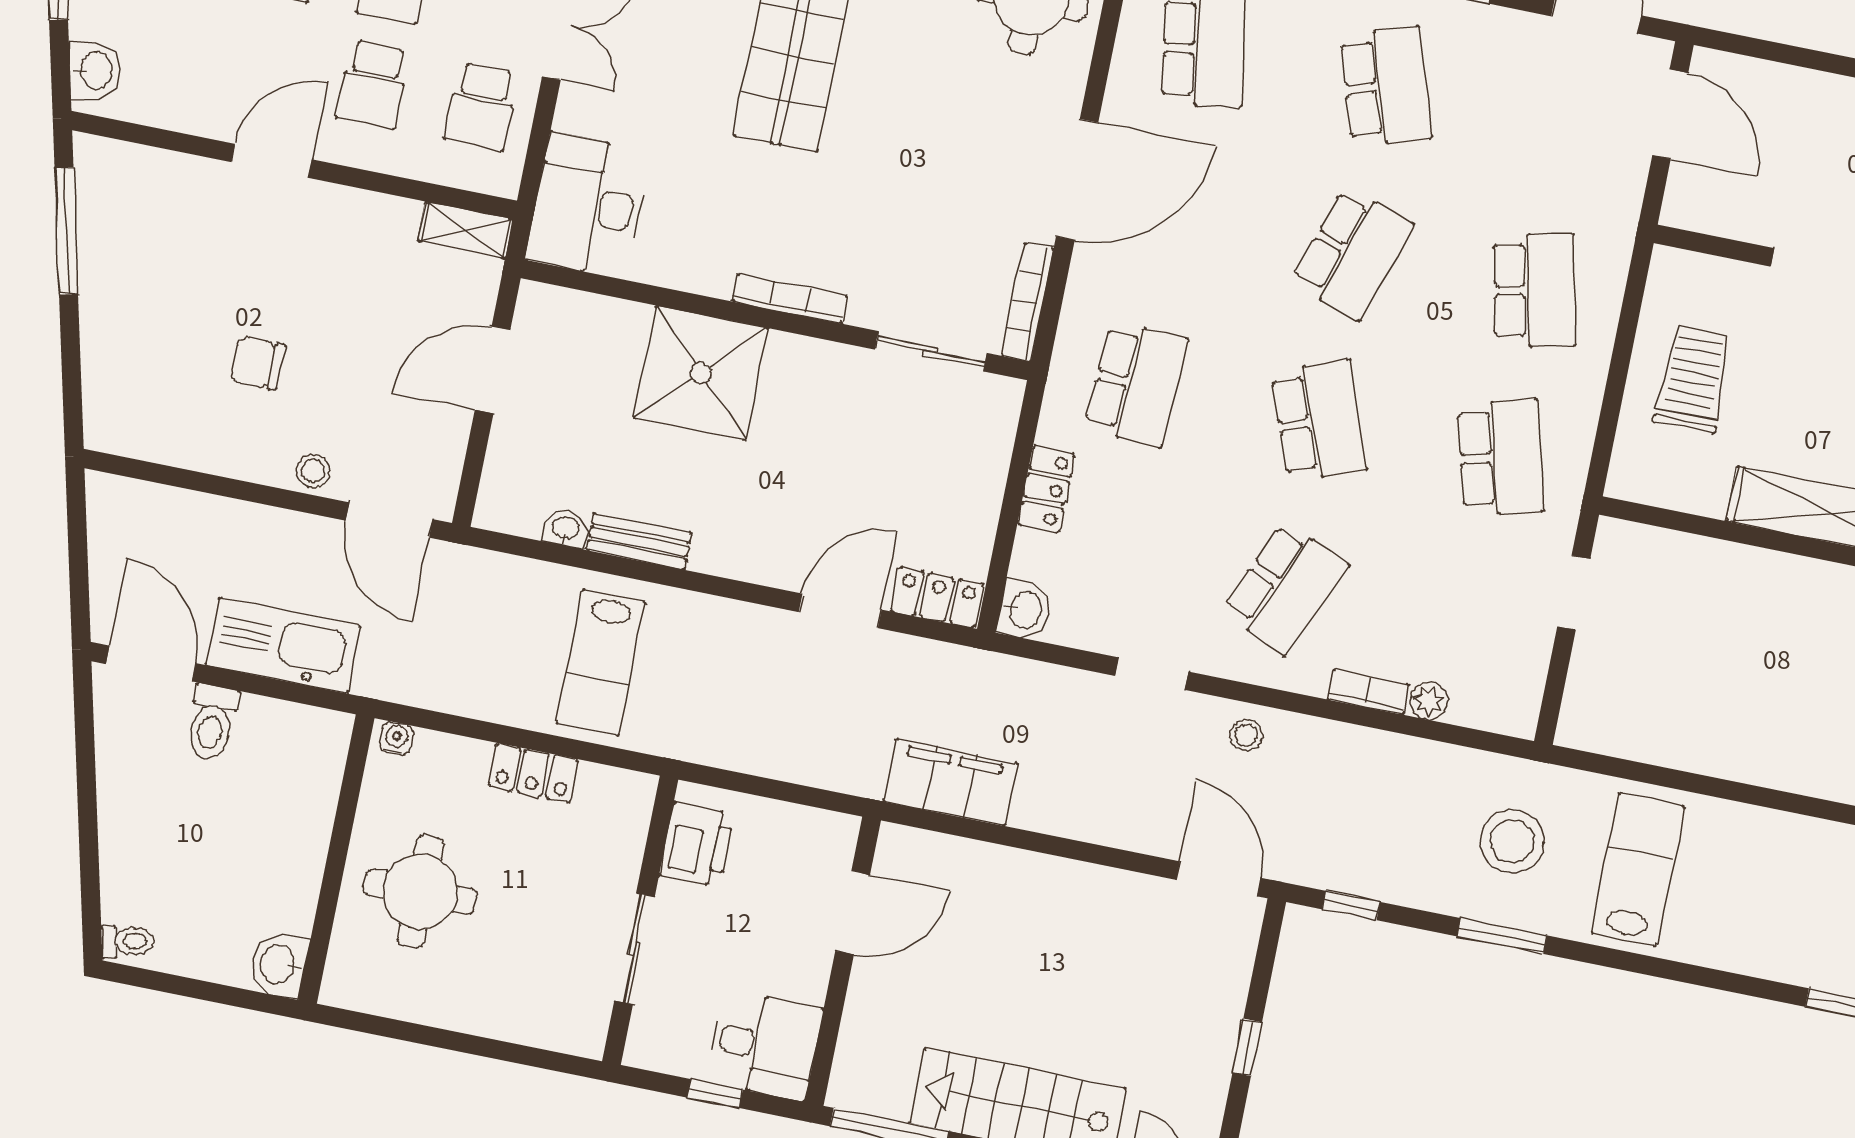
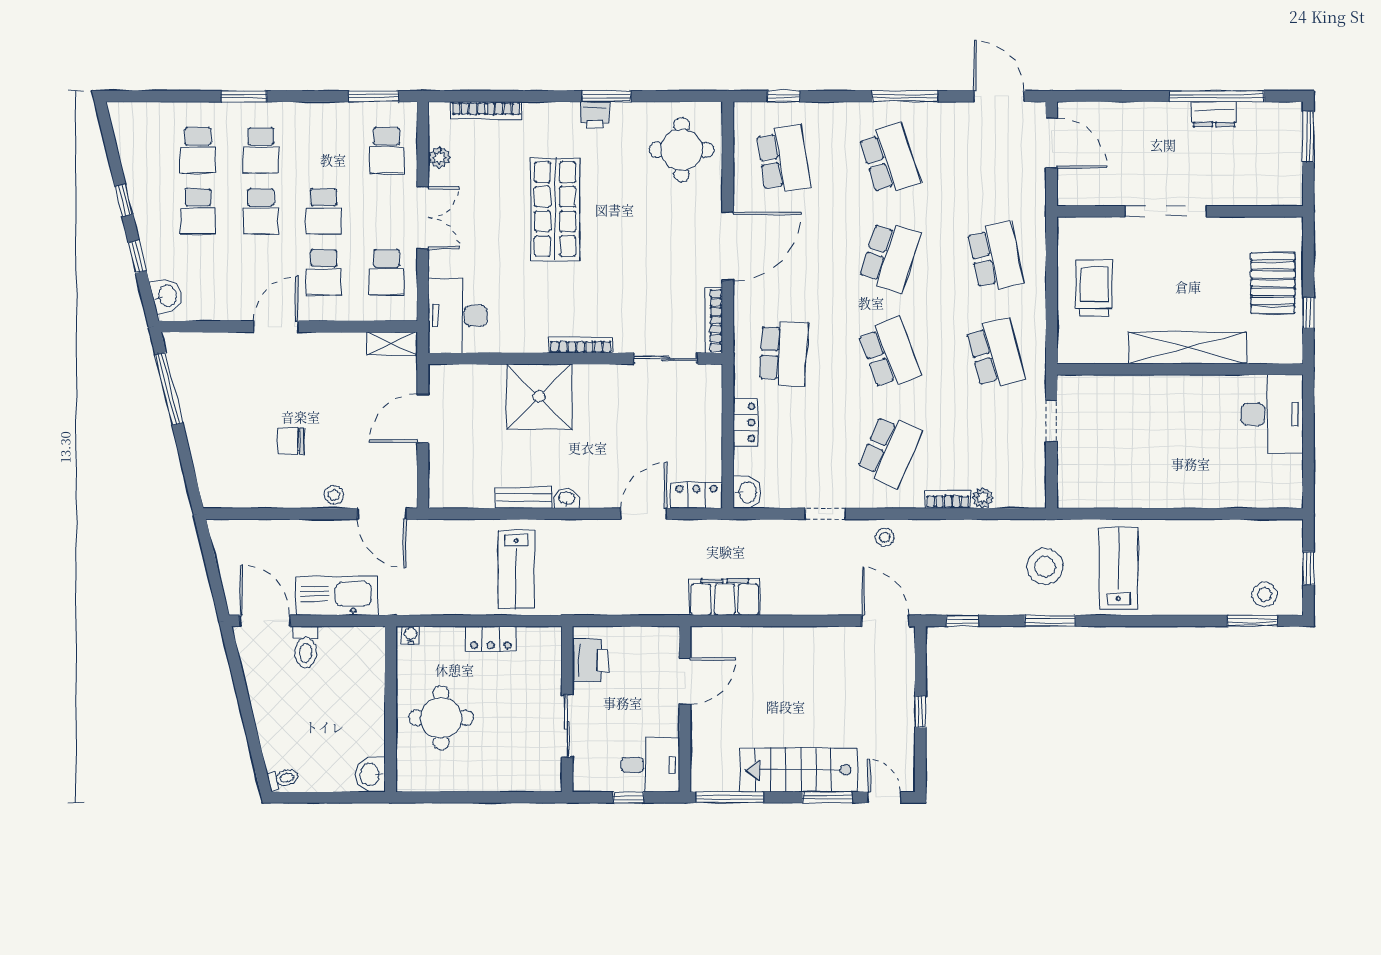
washbasin: (565, 528) -> (567, 499), moved

